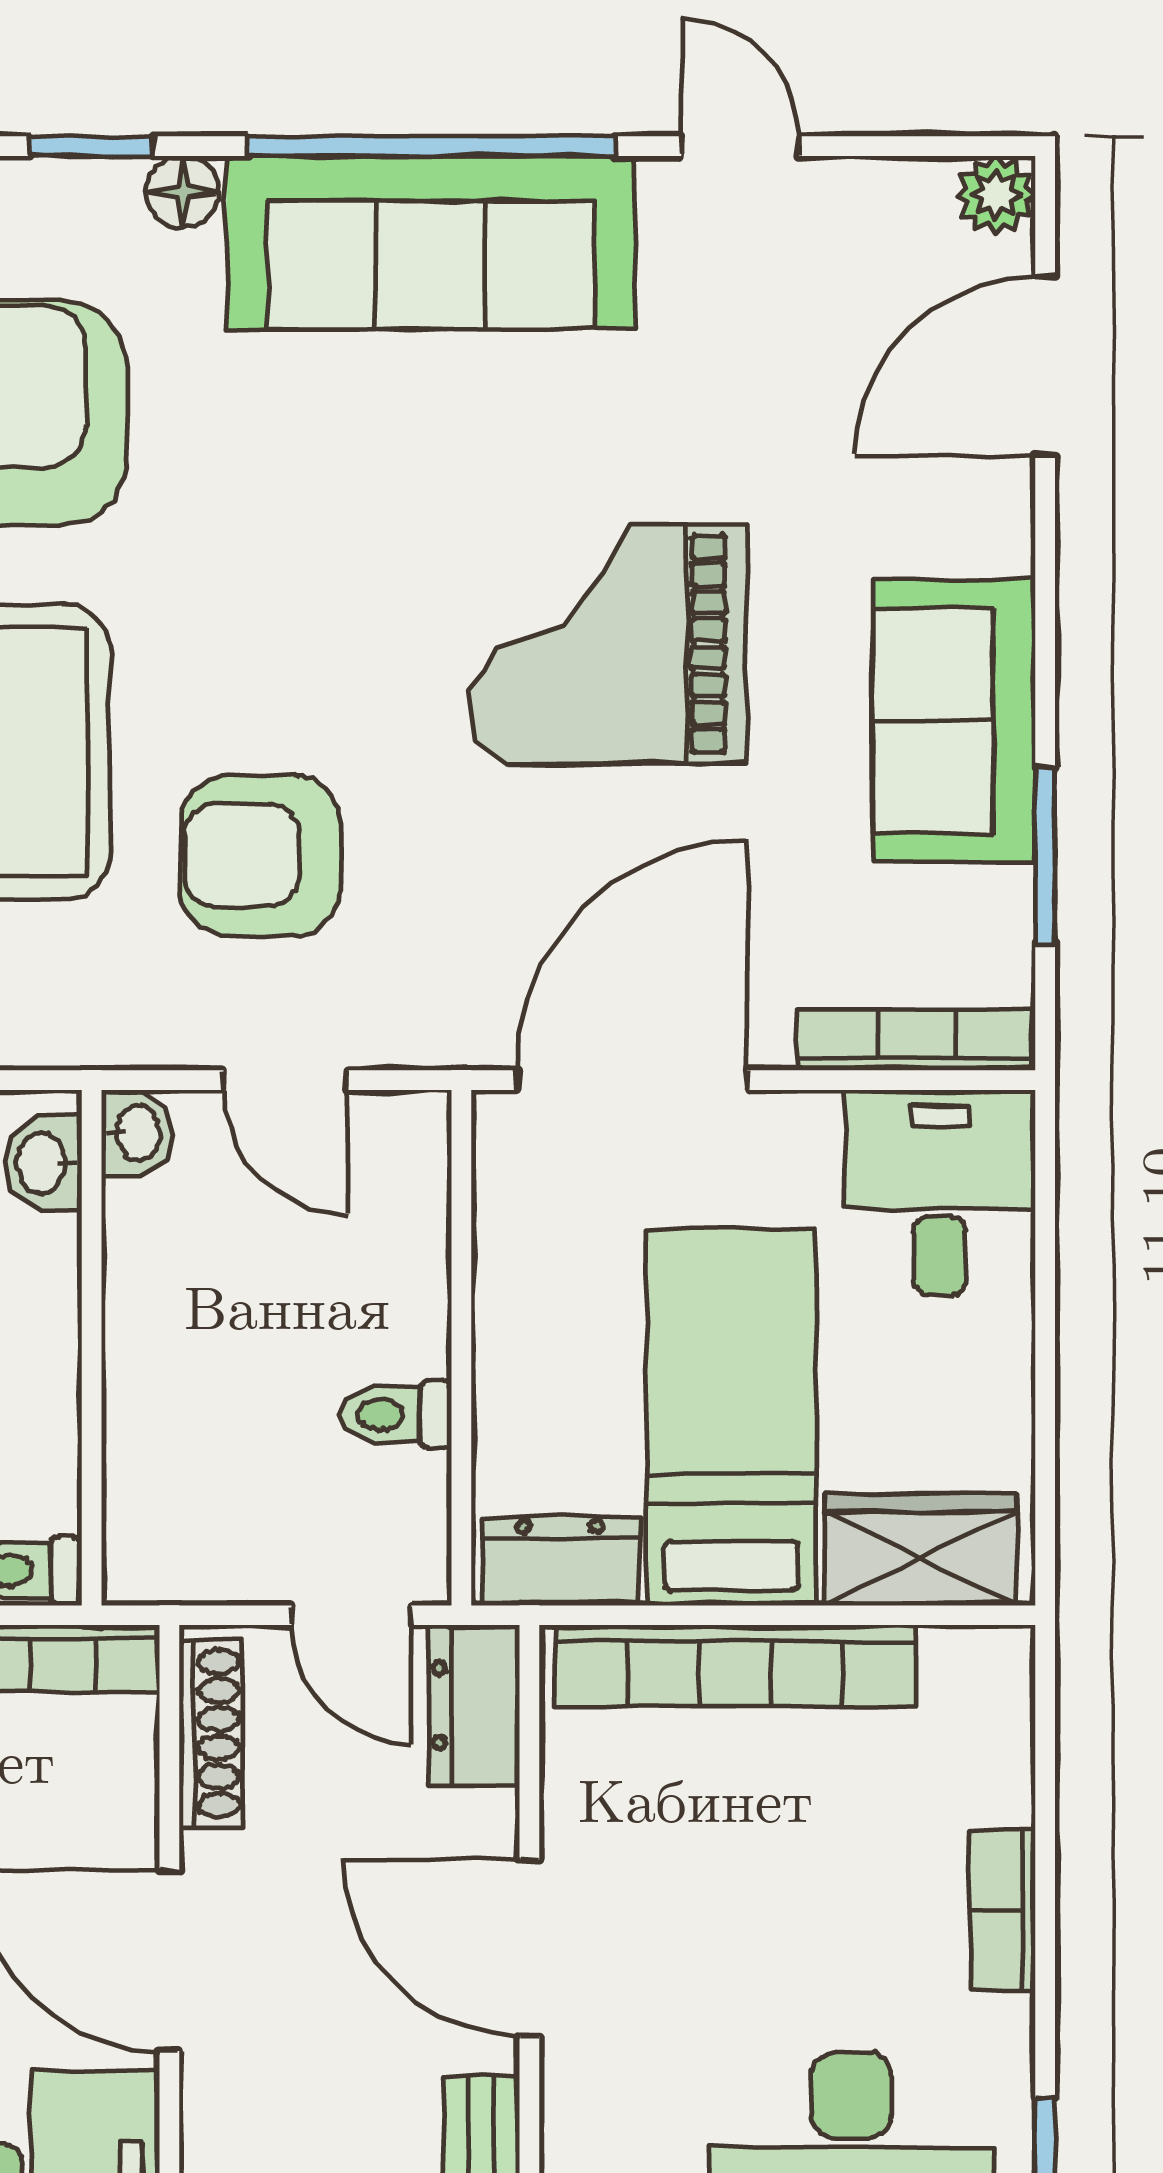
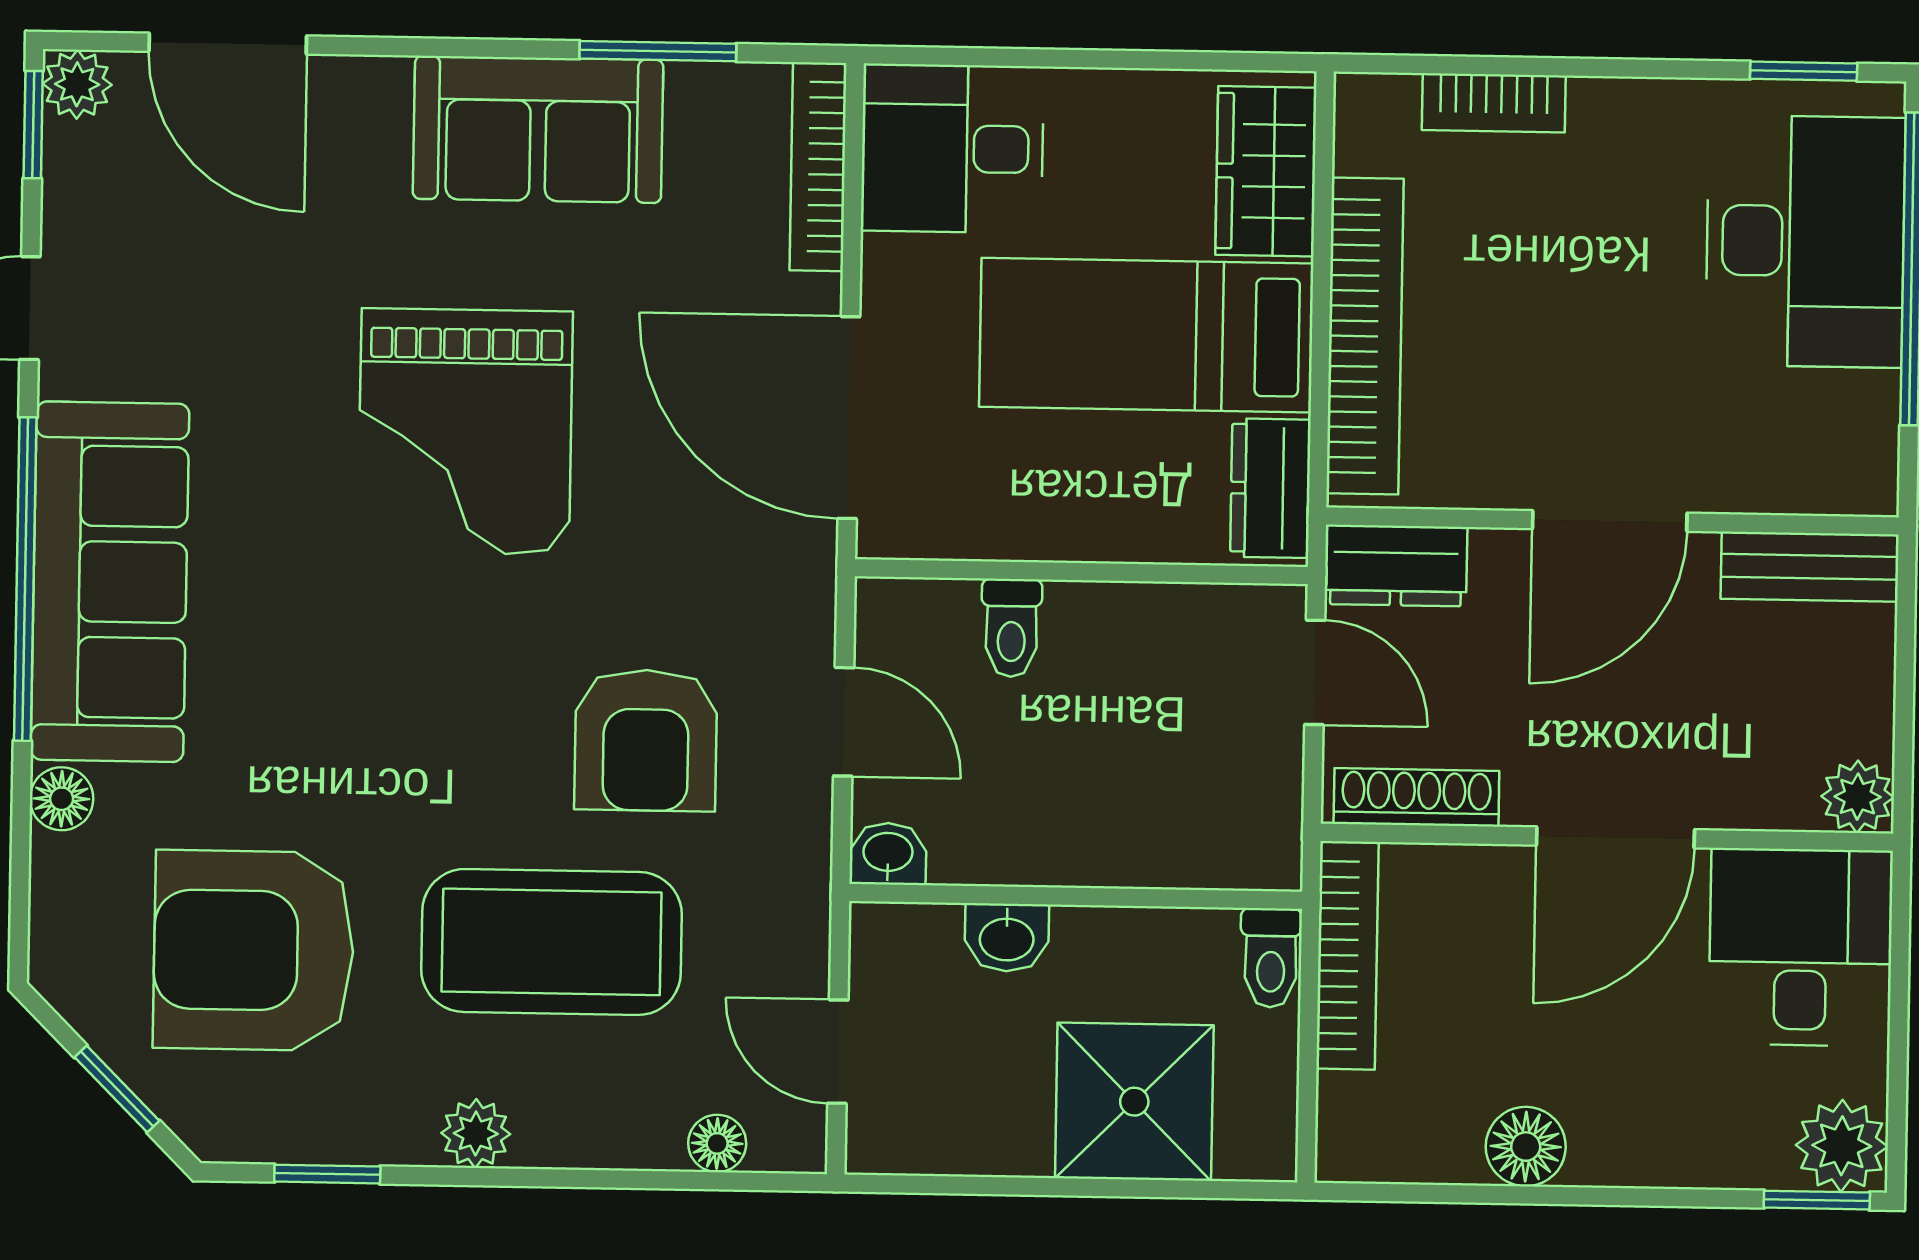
window: (91, 146) -> (33, 125), moved
door: (286, 1080) -> (844, 722), hinge flipped
washbasin: (43, 1163) -> (1007, 938), moved
toilet: (396, 1415) -> (1011, 628), moved
door: (351, 1615) -> (1315, 672), hinge flipped
bookcase: (1003, 1910) -> (1494, 103), moved

